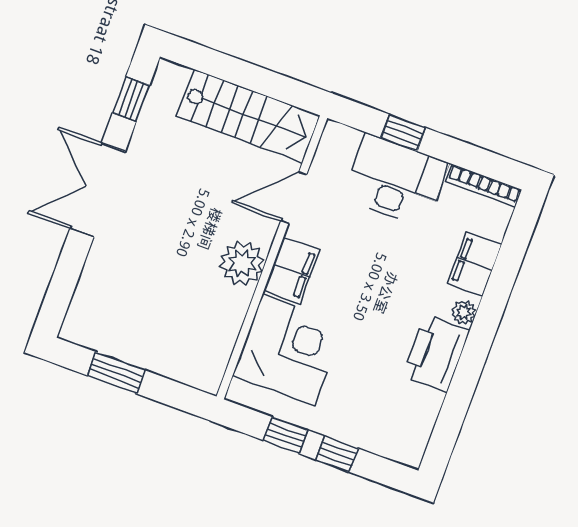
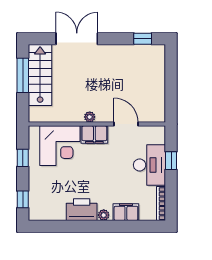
stairs: (248, 116) -> (40, 75), moved, turned 180
double door: (98, 190) -> (77, 39), moved
plant: (242, 263) -> (90, 117), width x0.53, depth x0.53
window: (116, 373) -> (23, 75), width x1.44
window: (337, 454) -> (23, 199), moved

